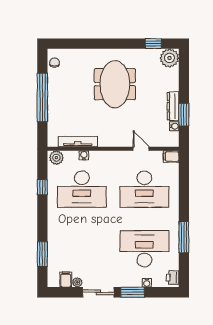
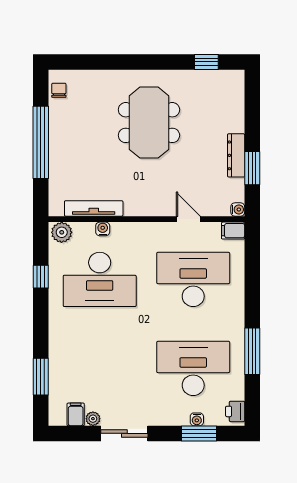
plant: (169, 58) -> (231, 83), removed
water cooler: (174, 126) -> (238, 209), moved
desk: (144, 189) -> (193, 279), turned 180
window: (133, 292) -> (199, 433), moved

